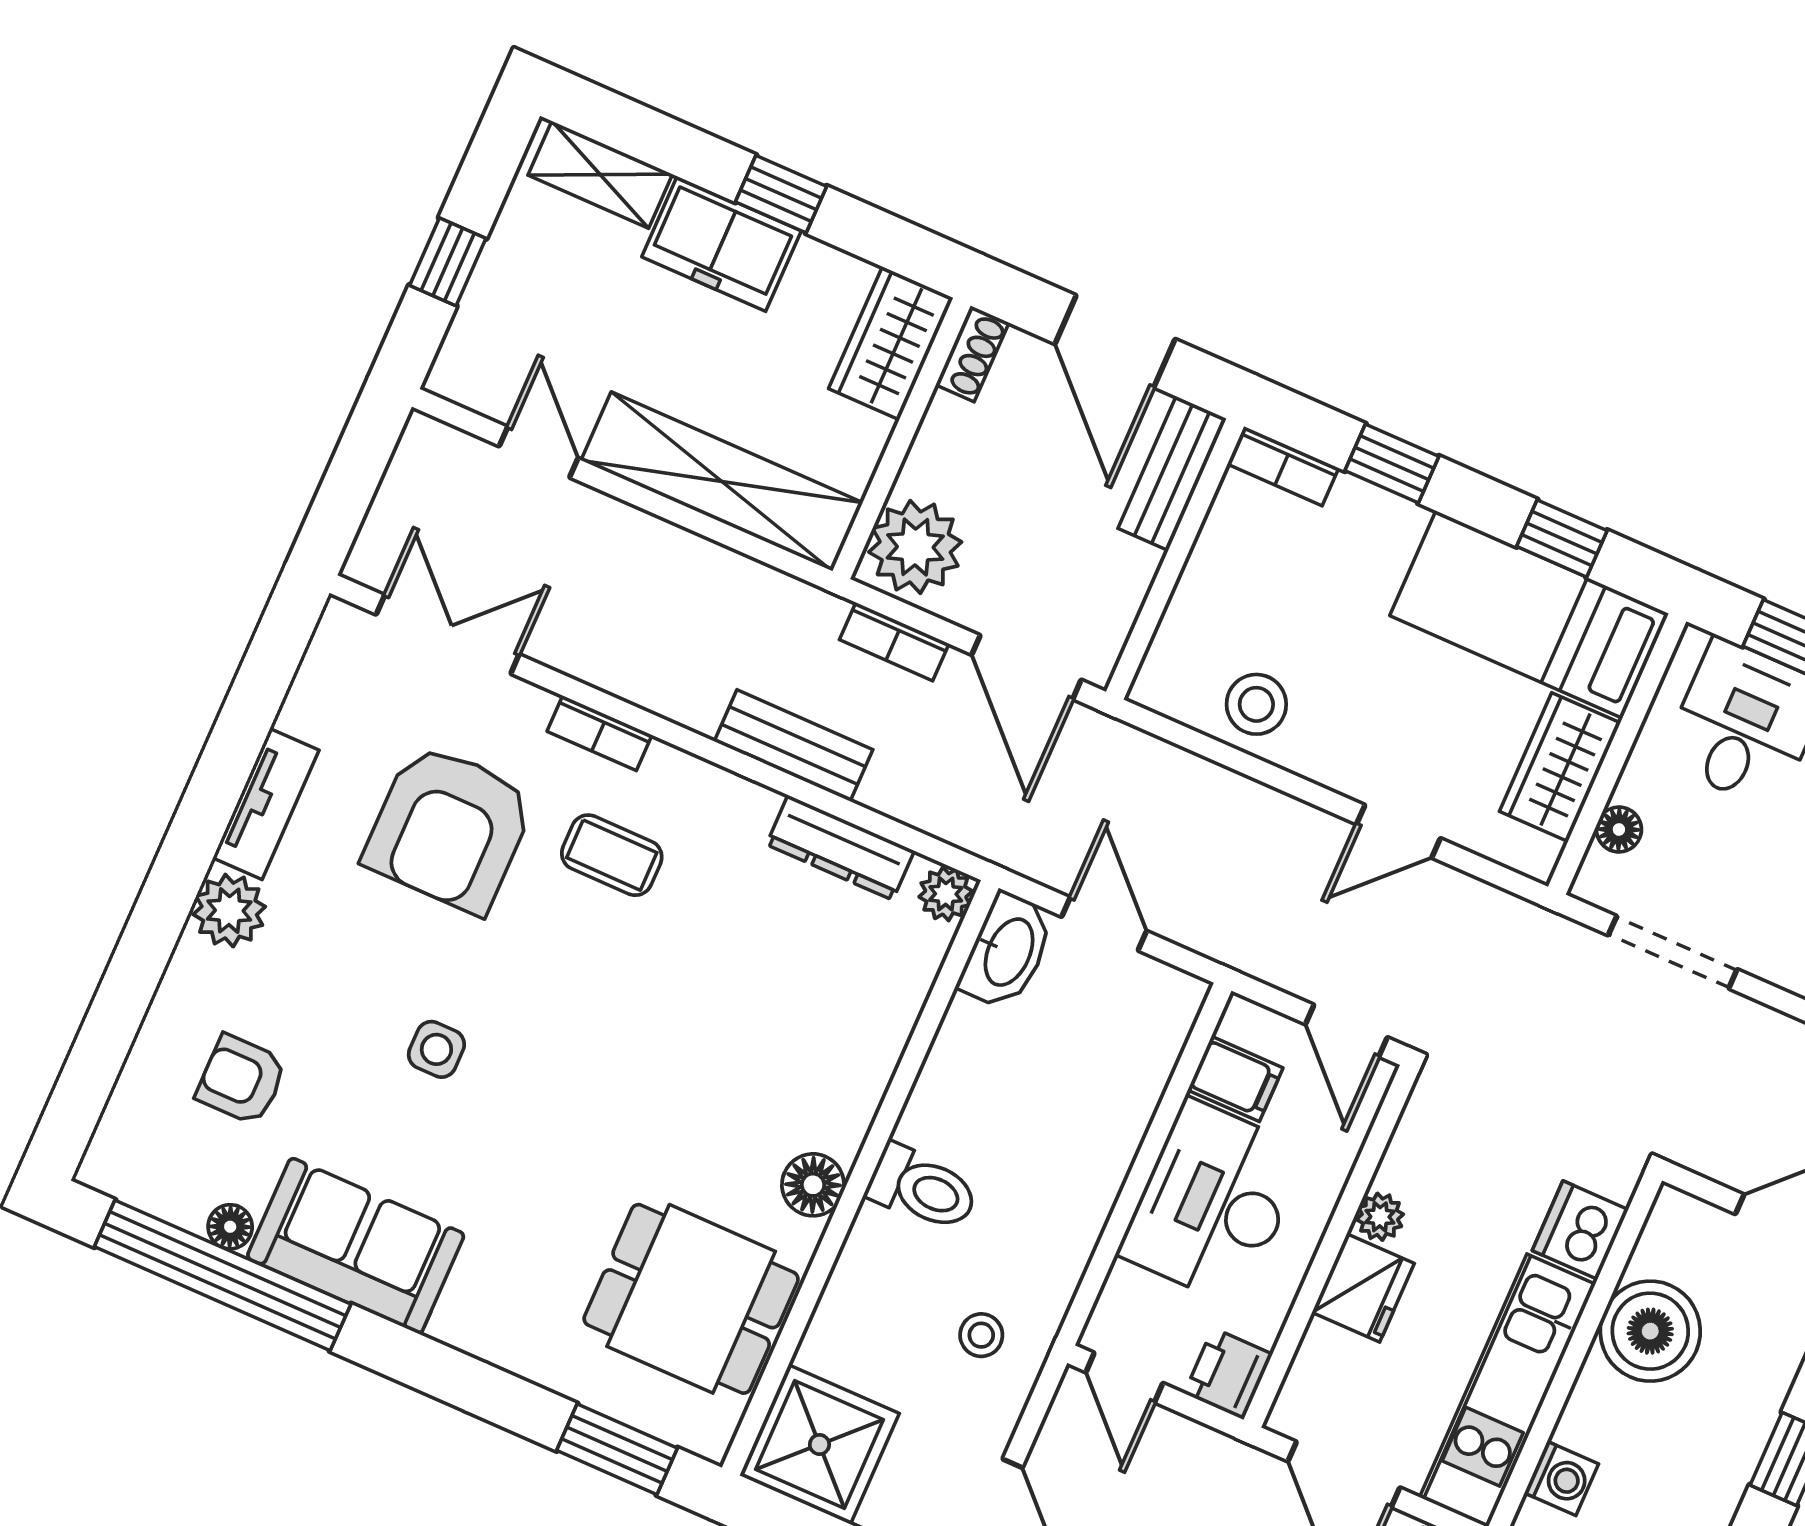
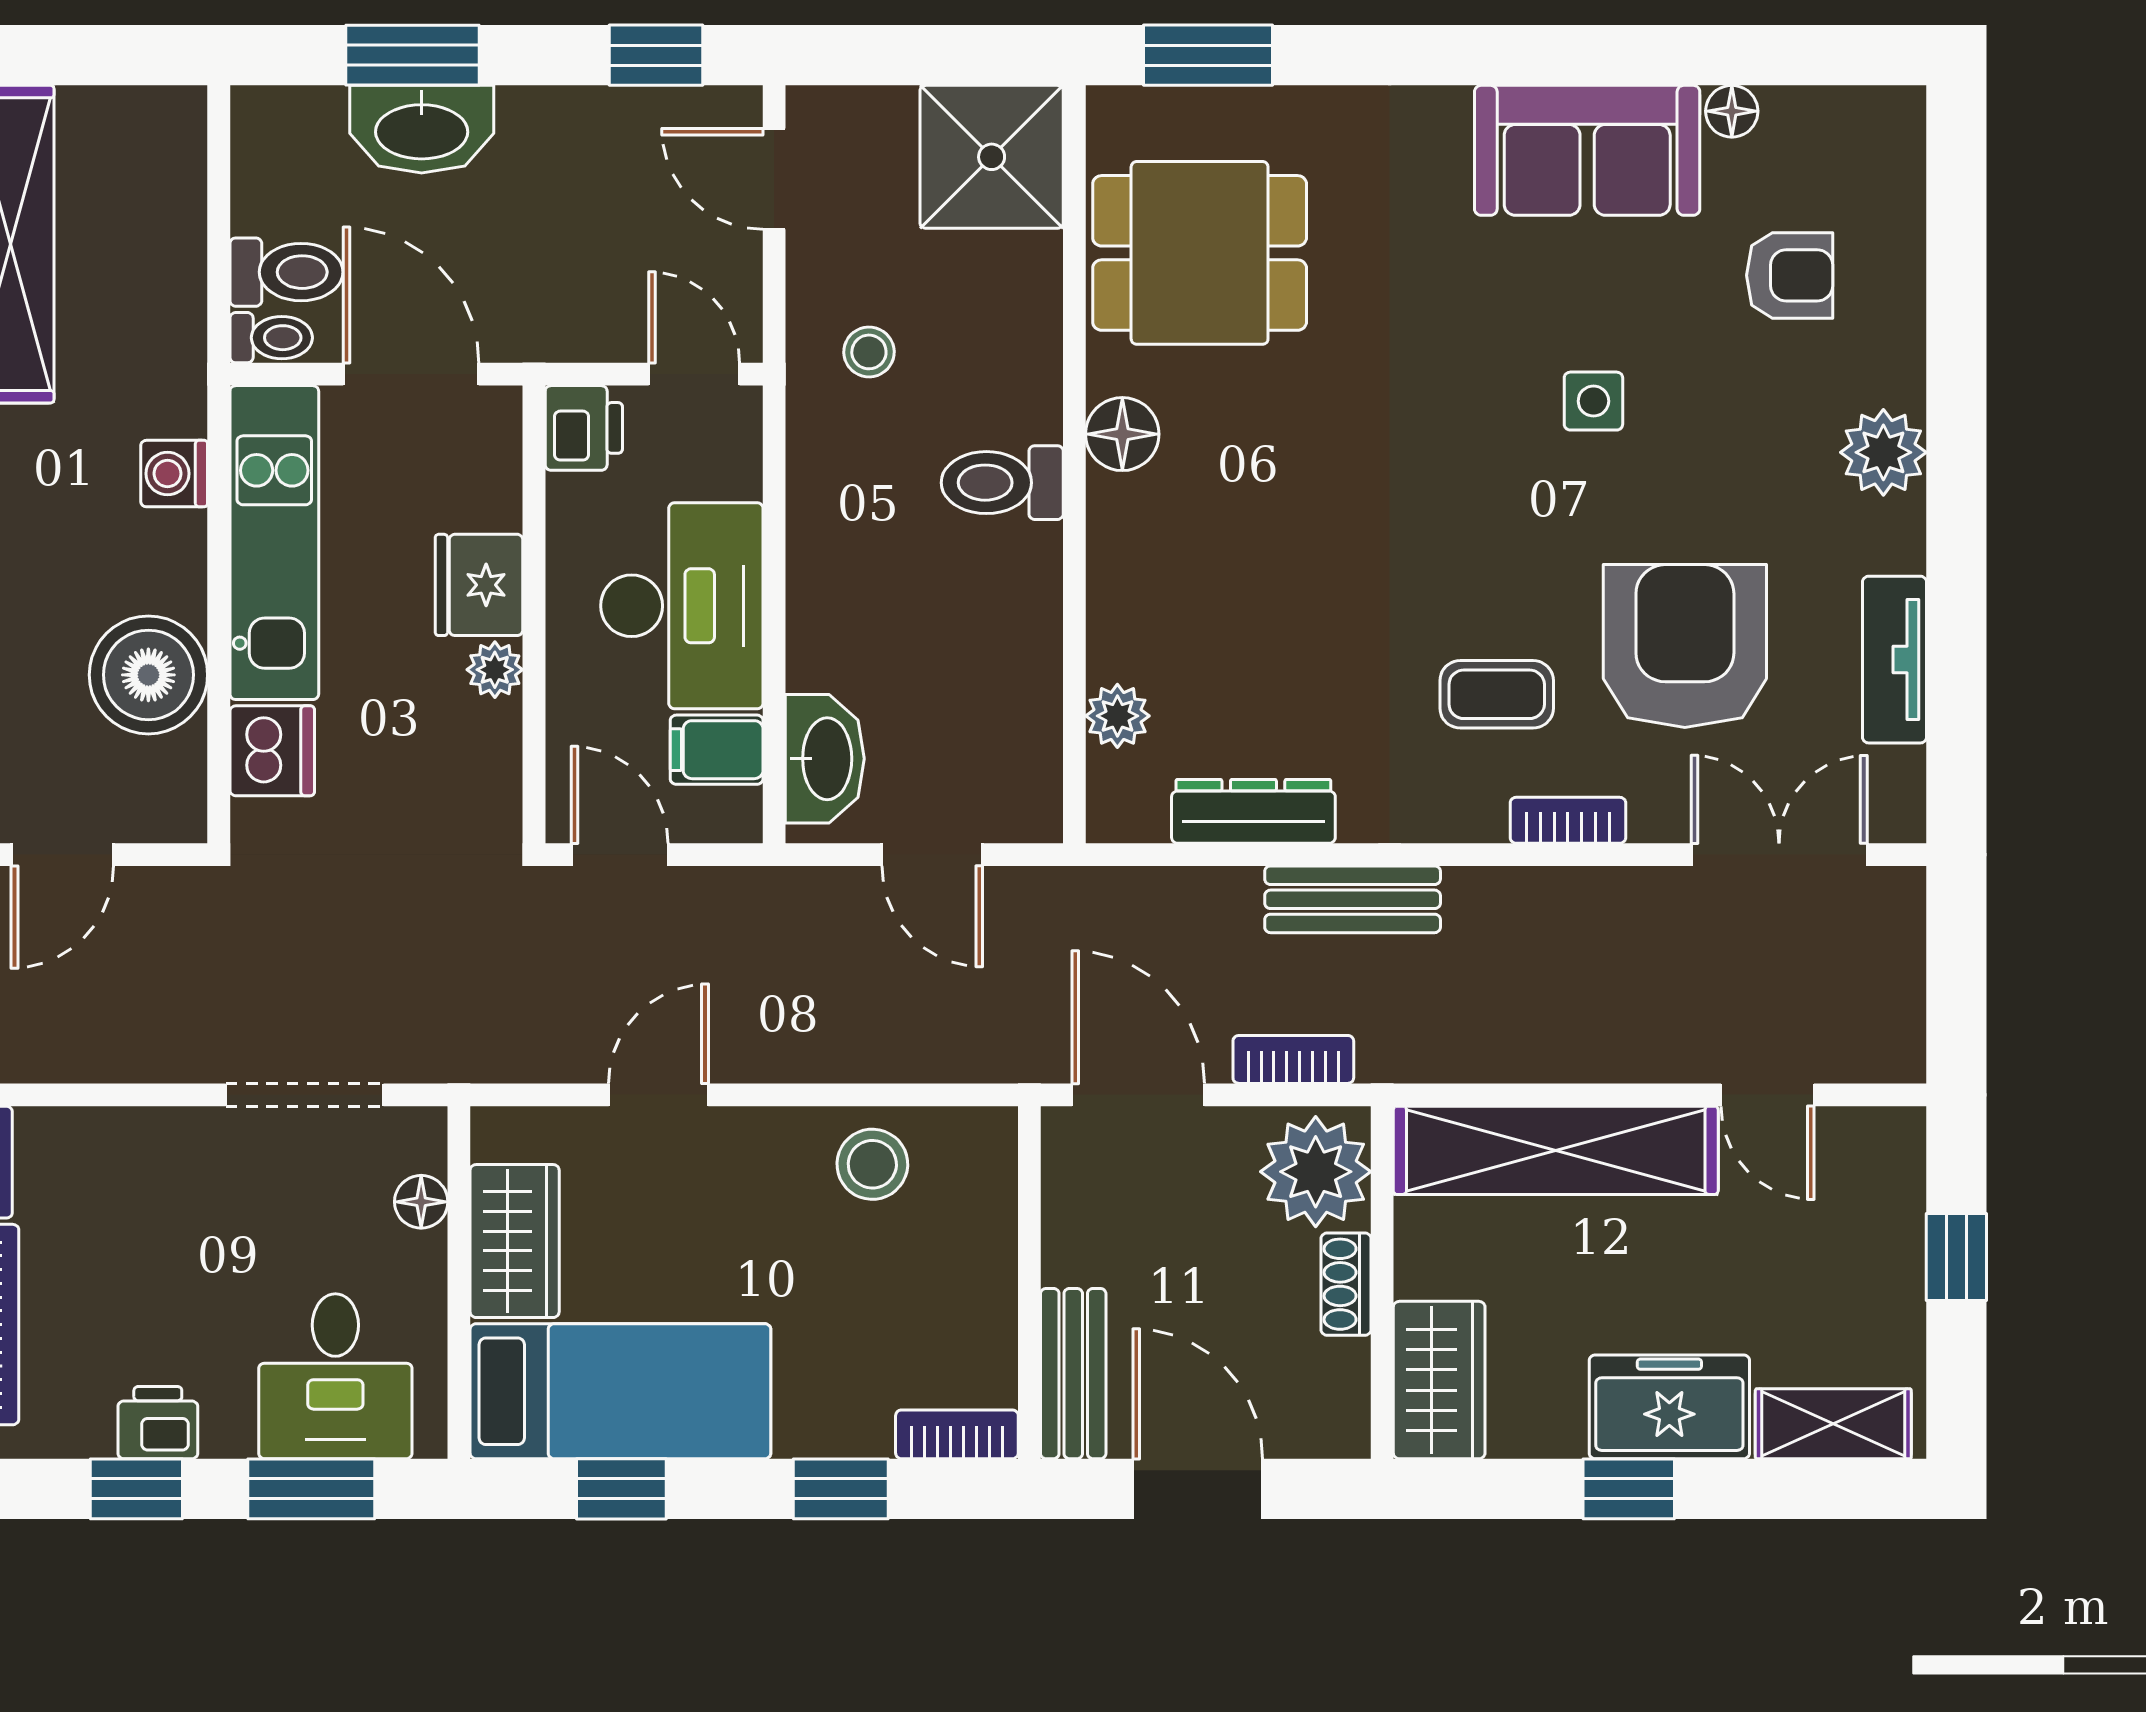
shoe rack: (972, 354) -> (1346, 1284), moved
double door: (448, 634) -> (1779, 855), swing flipped
tv unit: (266, 804) -> (1894, 660), moved
plant: (946, 894) -> (1117, 716), moved
washbasin: (1007, 951) -> (825, 759), moved, turned 180
window: (223, 1275) -> (1717, 55), removed

